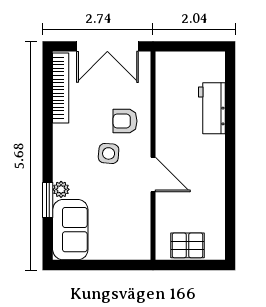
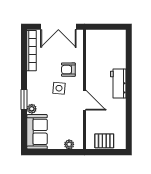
workbench: (212, 108) -> (118, 83), moved
window: (48, 200) -> (24, 100), moved
plant: (126, 252) -> (69, 144), added

